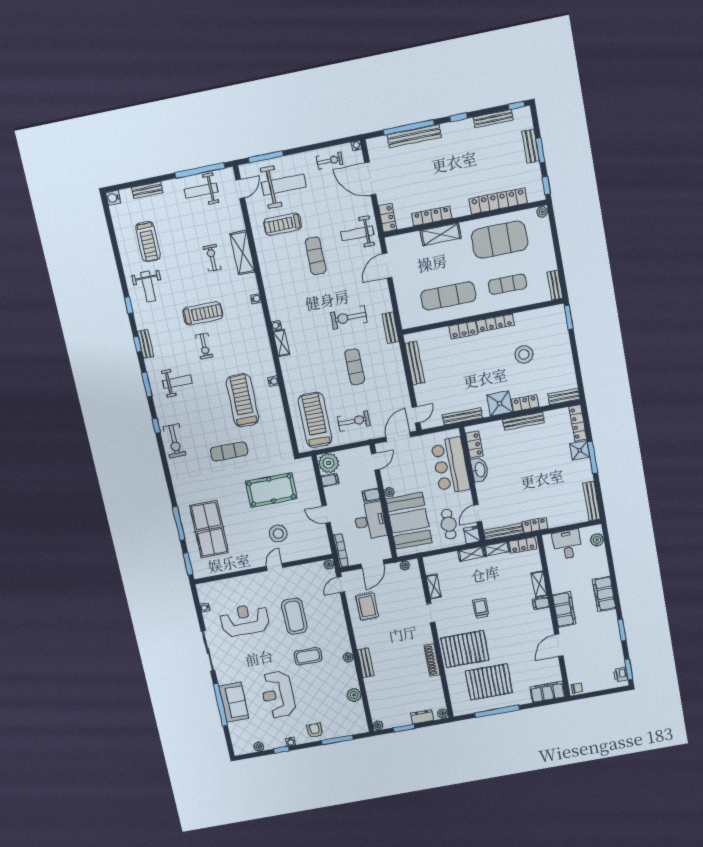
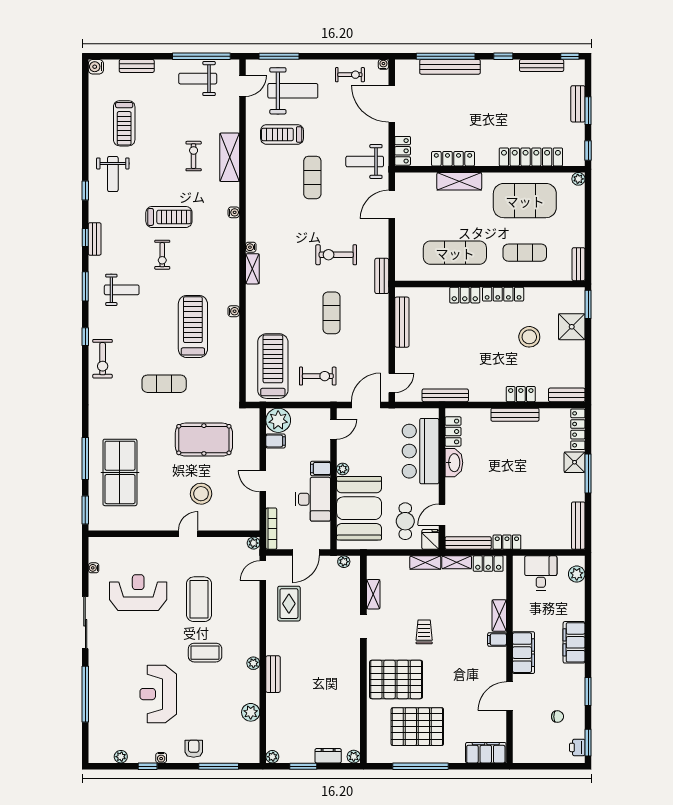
shower: (500, 403) -> (572, 327), moved
shoe rack: (432, 660) -> (354, 686), removed
chair: (577, 688) -> (557, 717), moved
sofa: (234, 702) -> (103, 694), removed

